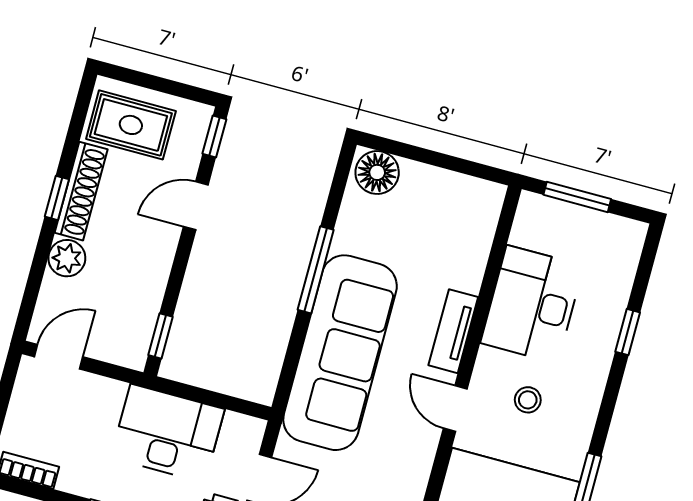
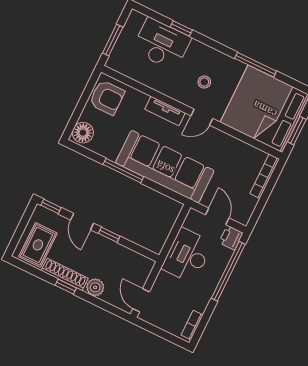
armchair: (458, 208) -> (107, 98), added
desk: (532, 304) -> (162, 44), moved, turned 180
window: (161, 336) -> (109, 235), moved

